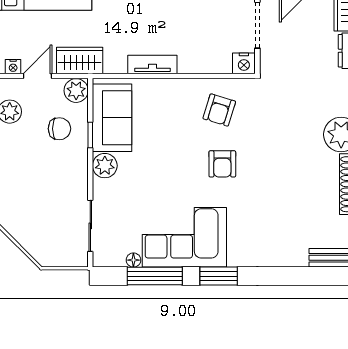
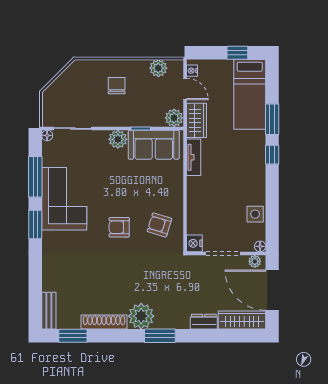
tv unit: (152, 64) -> (194, 157), moved
chair: (59, 129) -> (117, 86), moved, turned 180
floor lamp: (133, 260) -> (47, 135), moved

